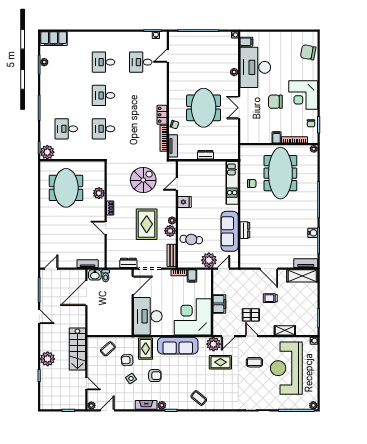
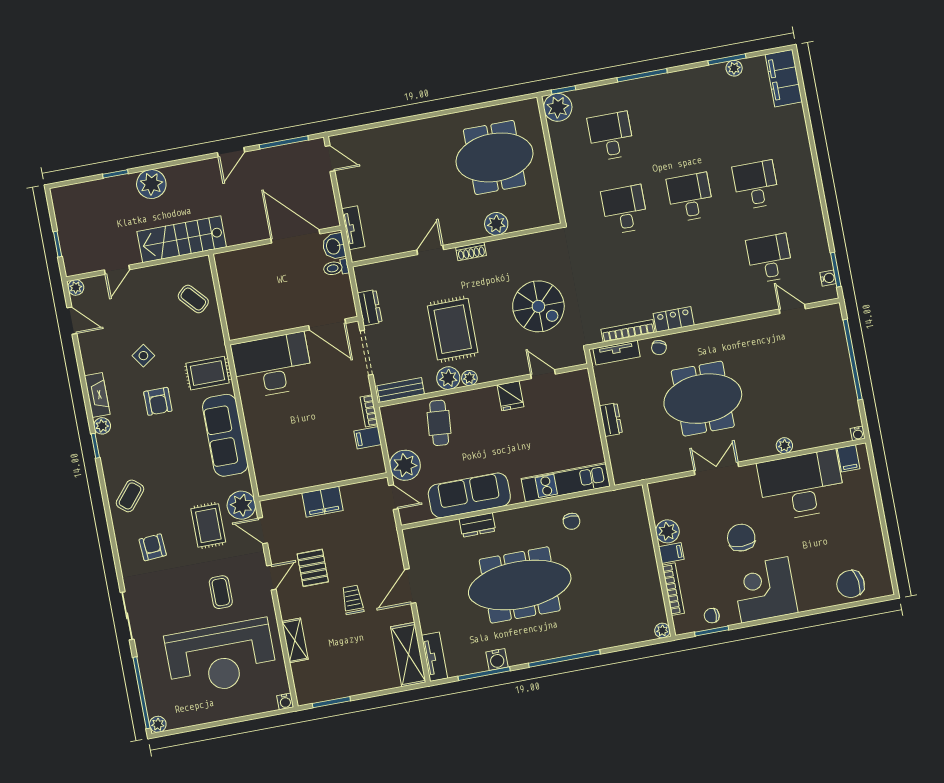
chair: (308, 52) -> (851, 584), turned -109
plant: (266, 137) -> (667, 531), added
meeting table: (280, 173) -> (520, 585), moved
rug: (147, 224) -> (453, 329), turned 90
corner desk: (193, 317) -> (288, 454), removed
armchair: (127, 360) -> (153, 547), moved
reception desk: (286, 368) -> (221, 657), turned 180

